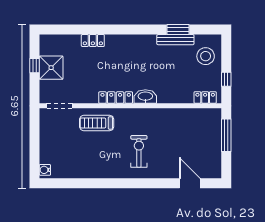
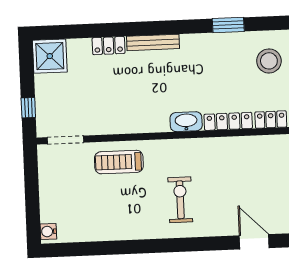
bench: (175, 40) -> (153, 42), moved
window: (34, 66) -> (28, 108), moved
shower: (51, 68) -> (50, 56), moved
locker: (116, 98) -> (228, 121), moved

